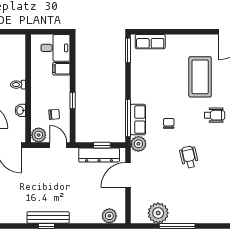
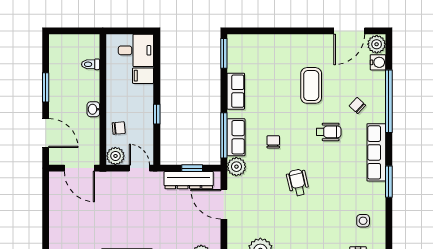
row of seats: (150, 42) -> (236, 91), moved, turned -90
coffee table: (200, 77) -> (311, 85), width x0.73, depth x0.76
toilet: (18, 85) -> (91, 64), moved
washbasin: (20, 110) -> (93, 109), moved
chair: (54, 114) -> (119, 128), moved
door: (128, 175) -> (224, 204), hinge flipped

